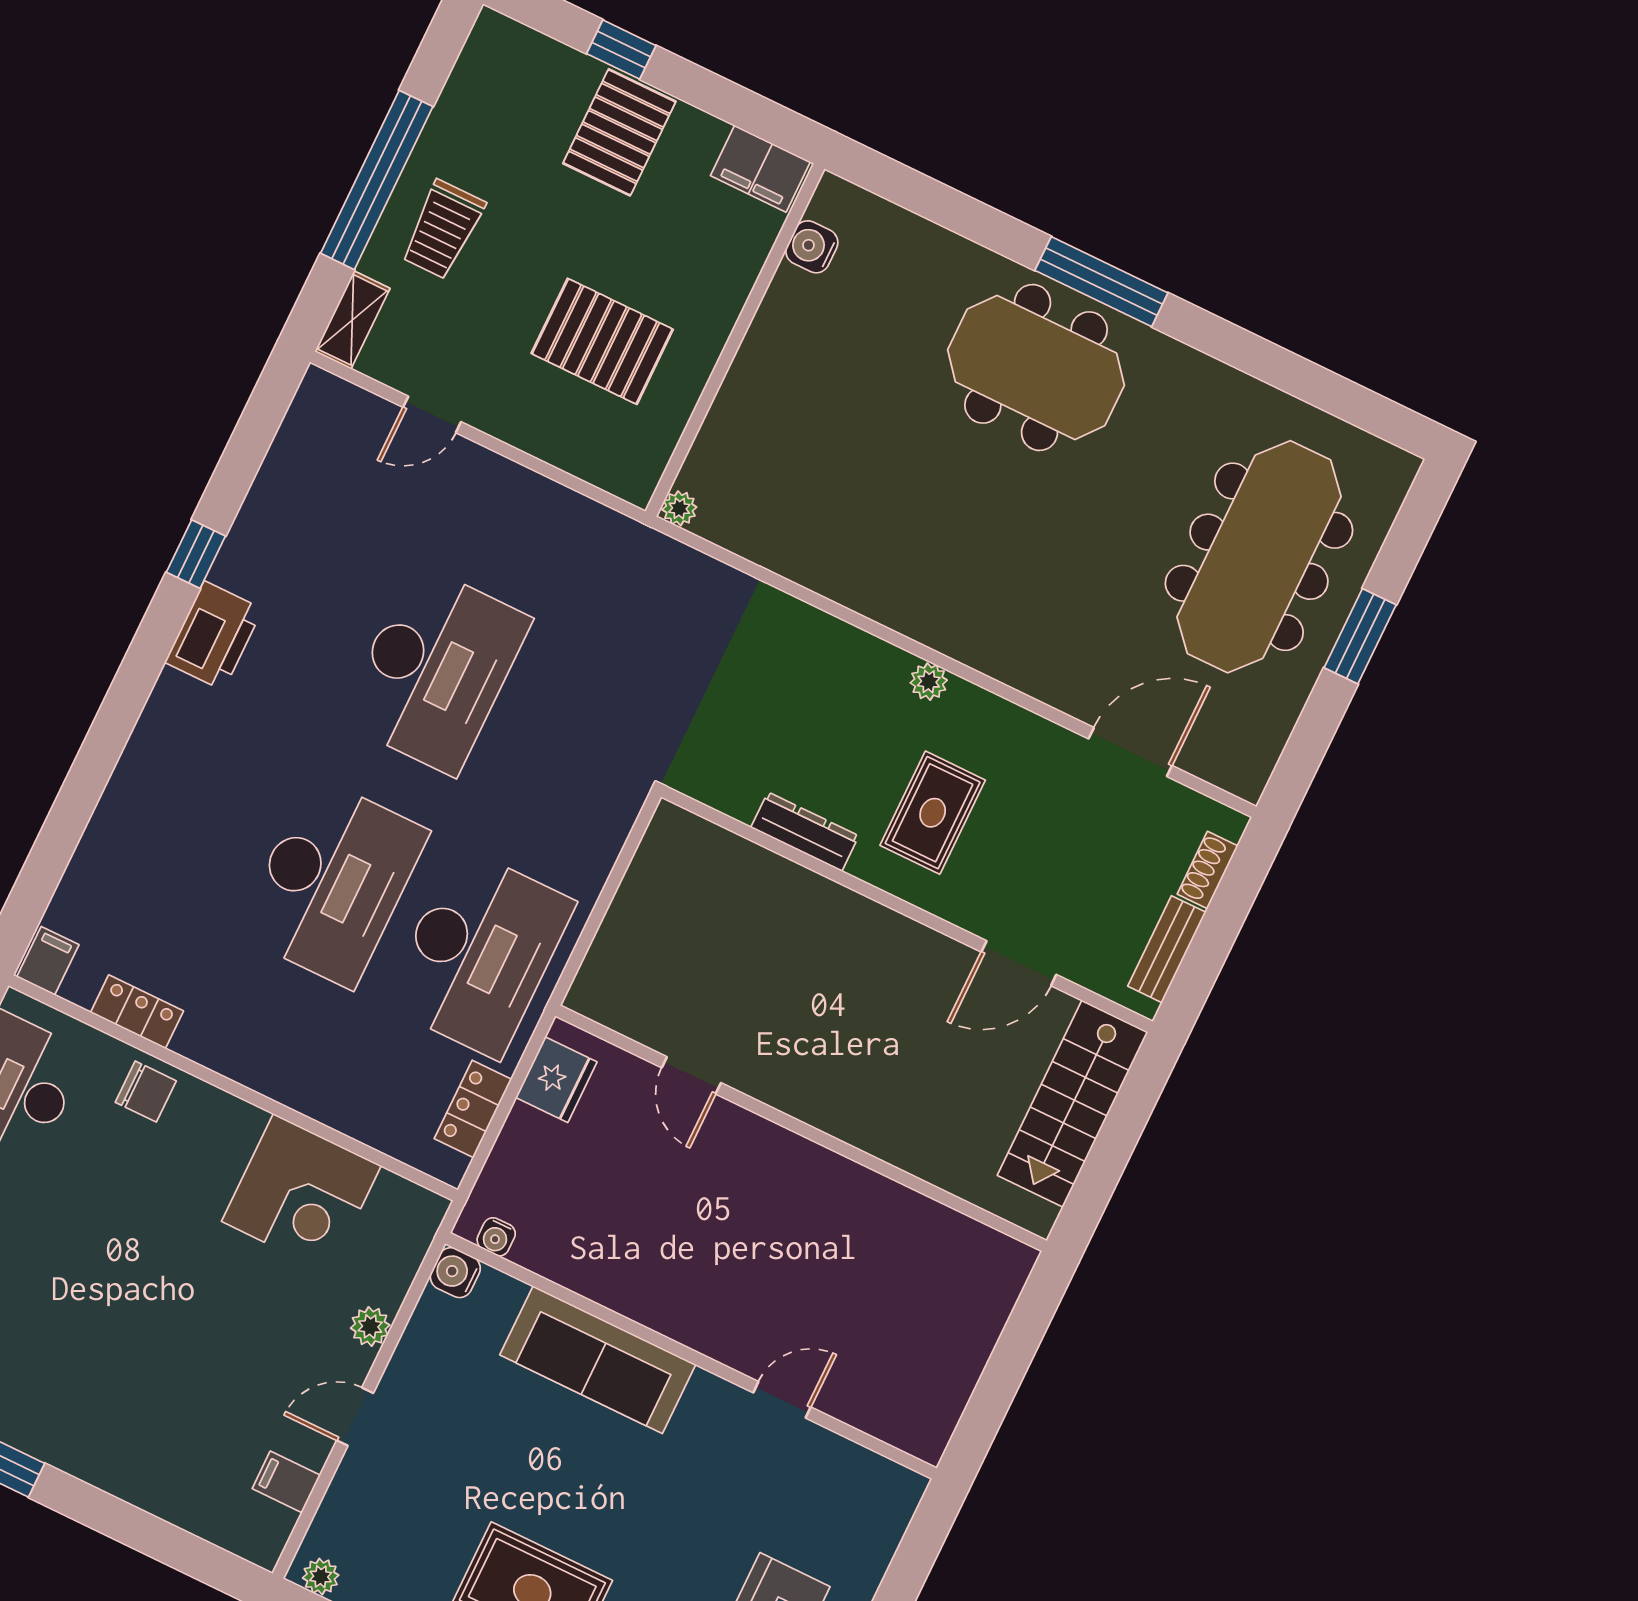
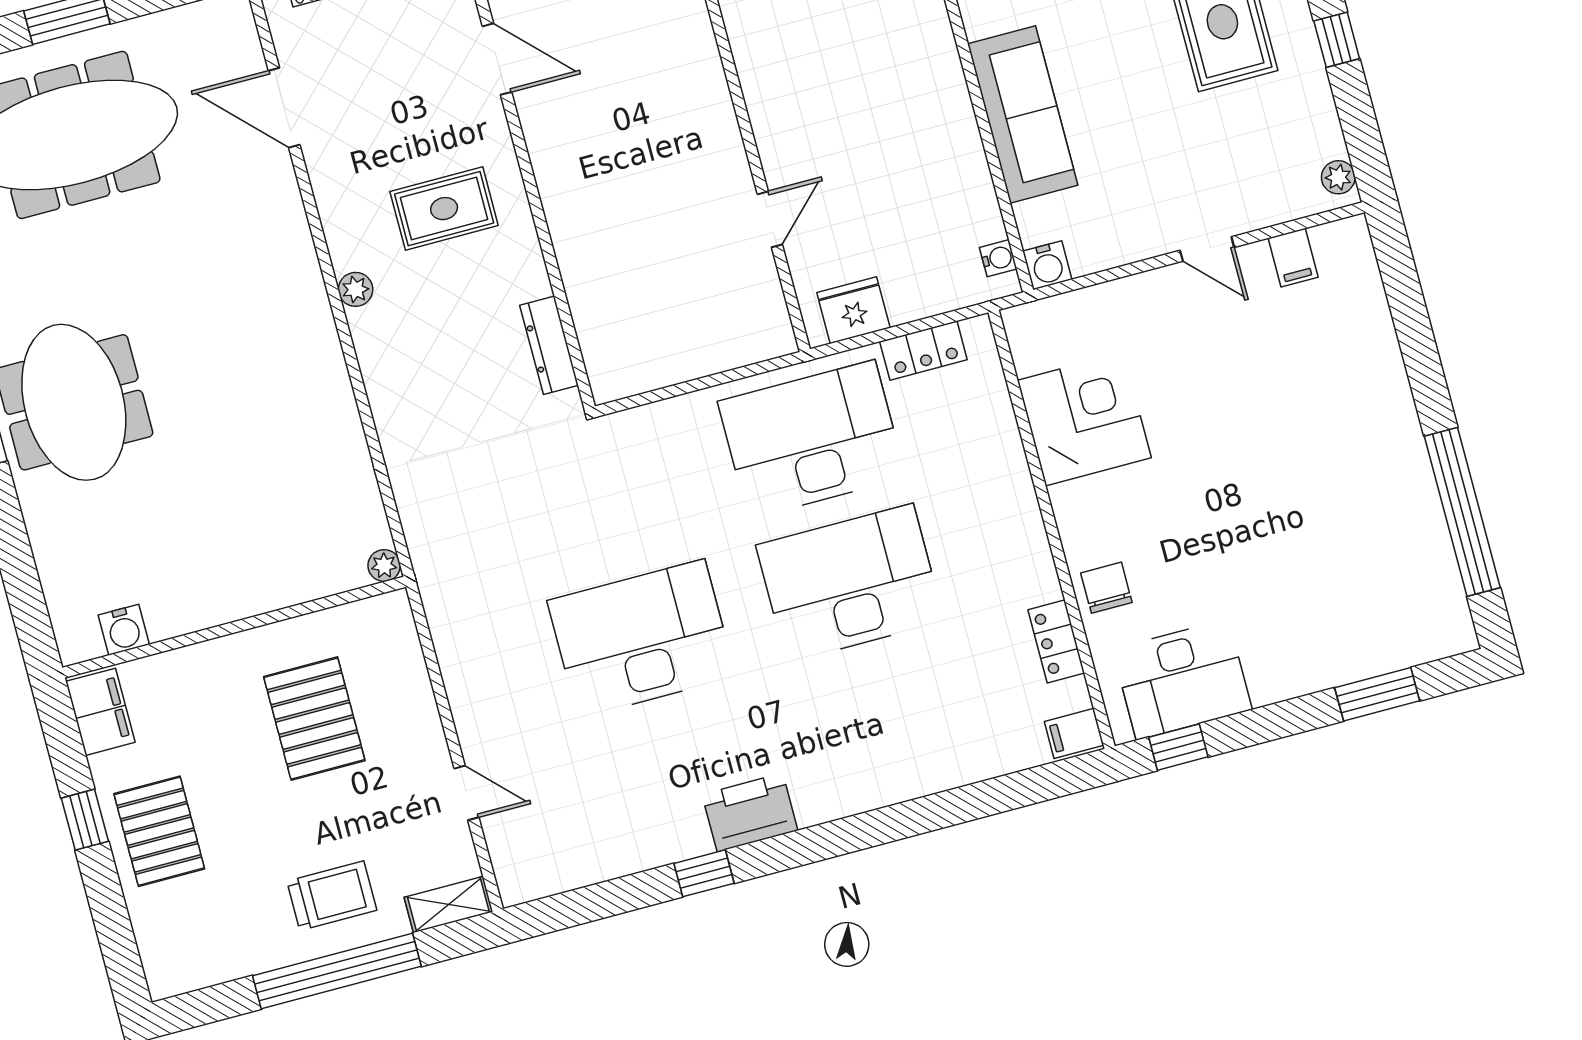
window: (621, 50) -> (85, 820), moved
pallet: (619, 132) -> (159, 831), turned 90
dresser: (805, 832) -> (549, 345), moved
plant: (370, 1327) -> (1135, 292), removed

